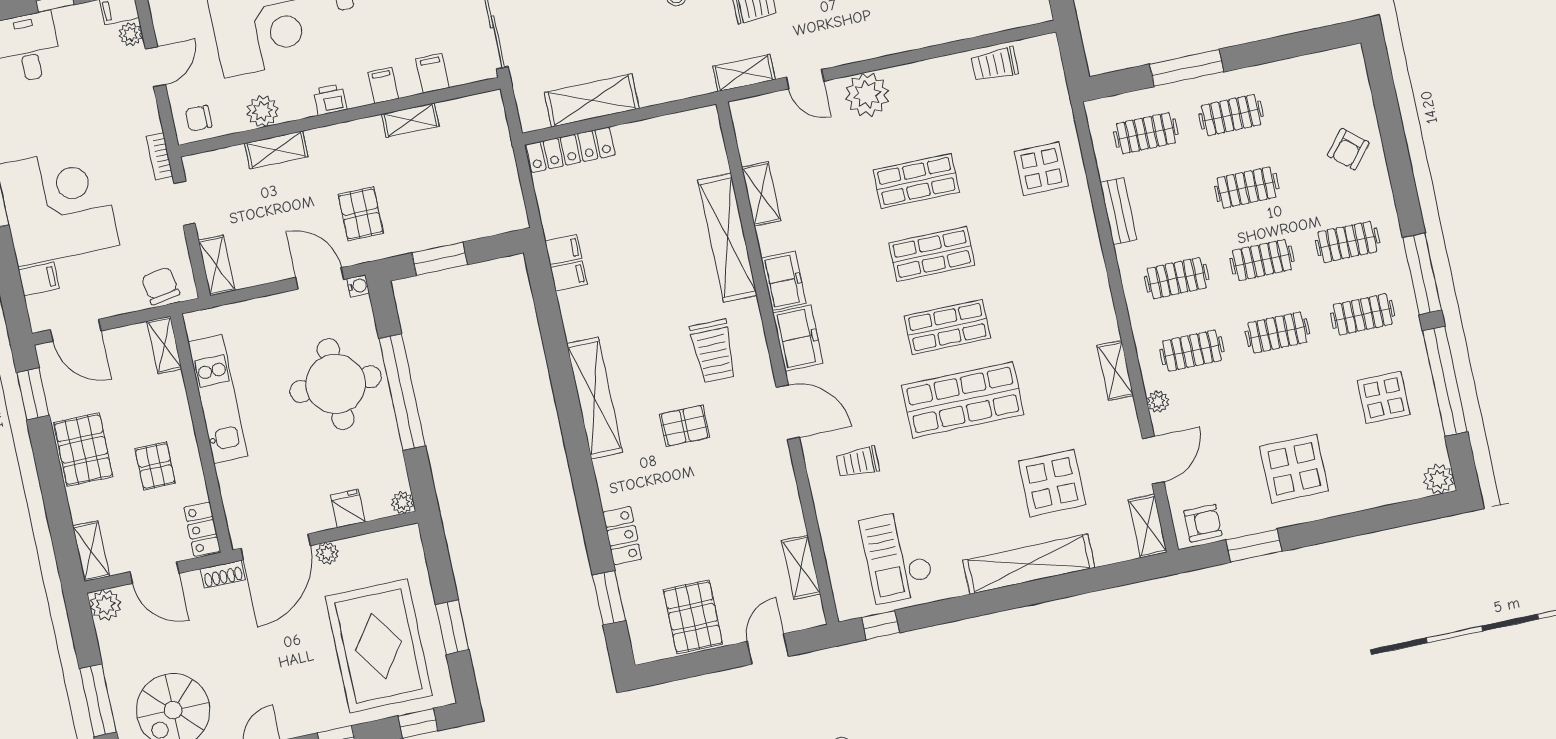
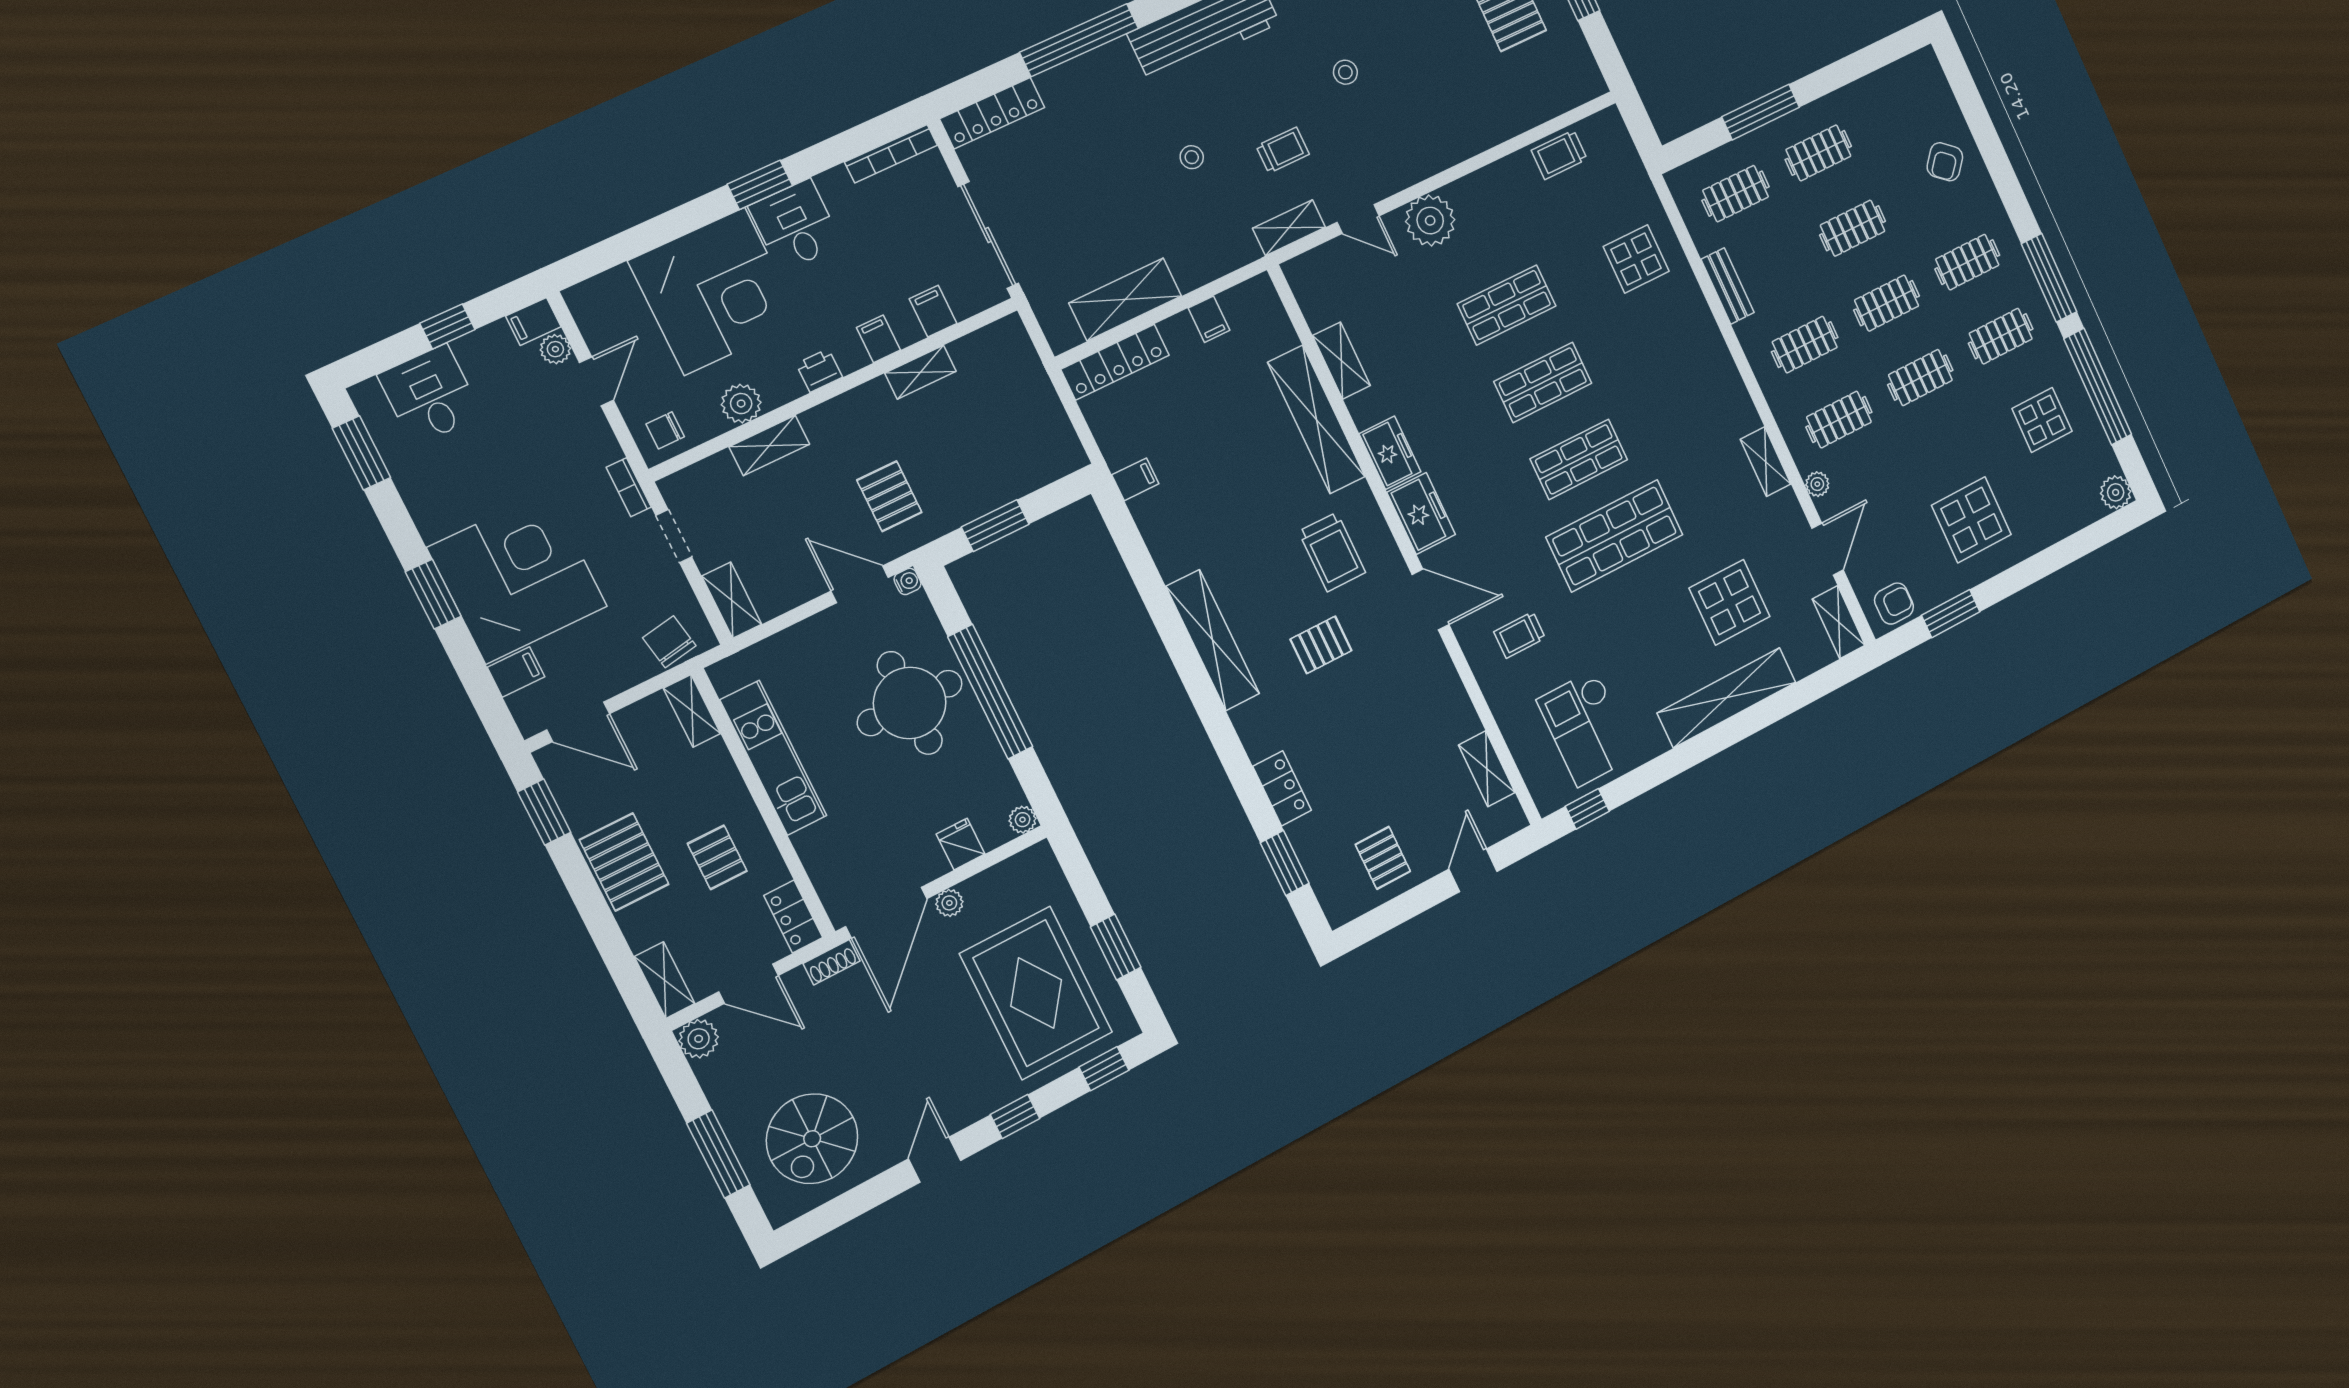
filing cabinet: (569, 276) -> (1209, 319), moved, turned 90
pallet: (693, 617) -> (1383, 858), width x0.67, depth x0.71

